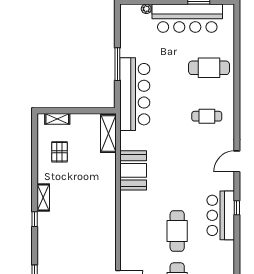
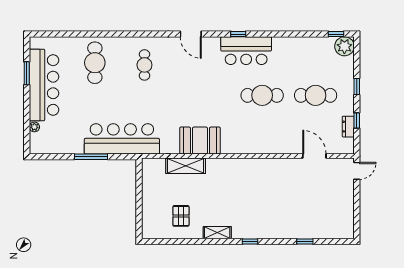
shelving: (57, 119) -> (147, 218), removed
shelving: (108, 134) -> (186, 166), moved
pallet: (60, 152) -> (181, 216), turned 90
shelving: (43, 198) -> (217, 233), moved

